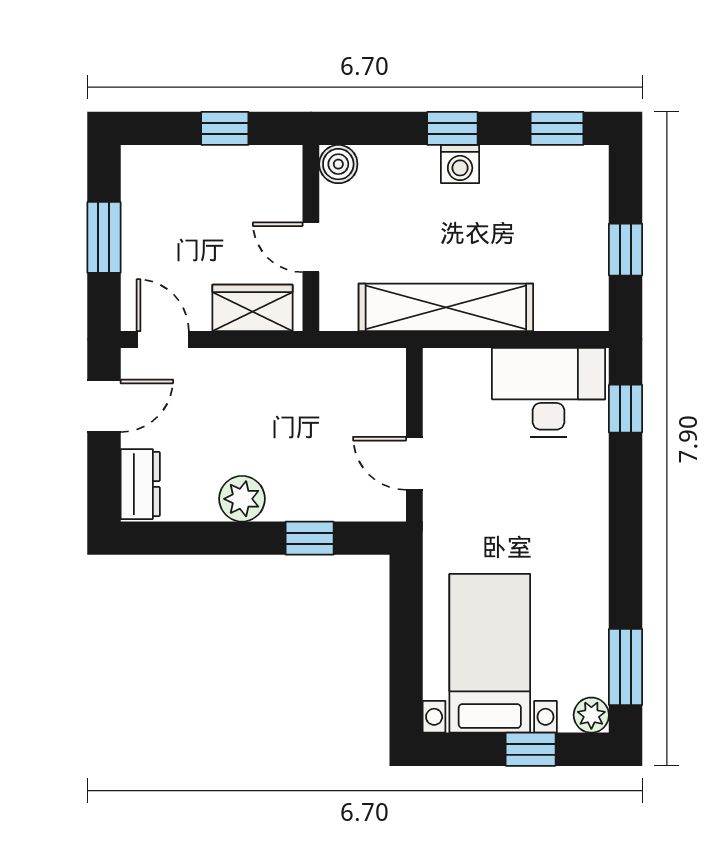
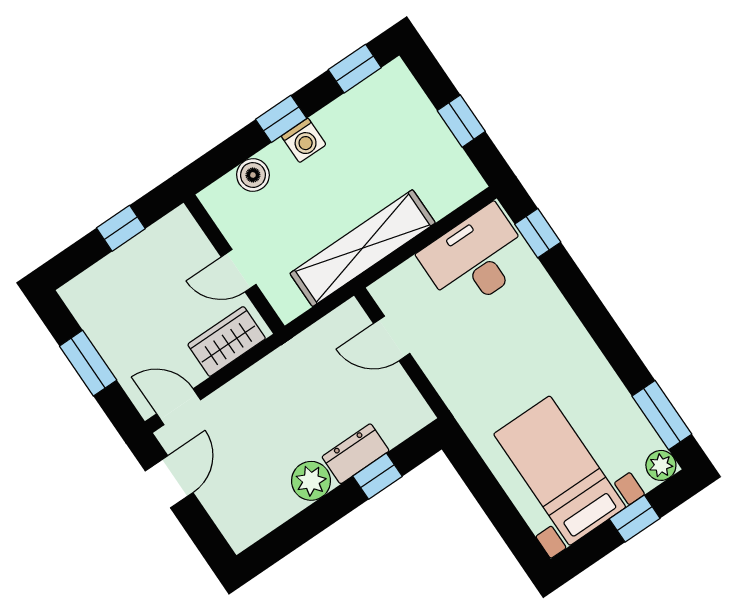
boiler: (338, 164) -> (253, 175), moved
door: (414, 463) -> (392, 338), moved
dresser: (140, 484) -> (356, 454), moved, turned -90

